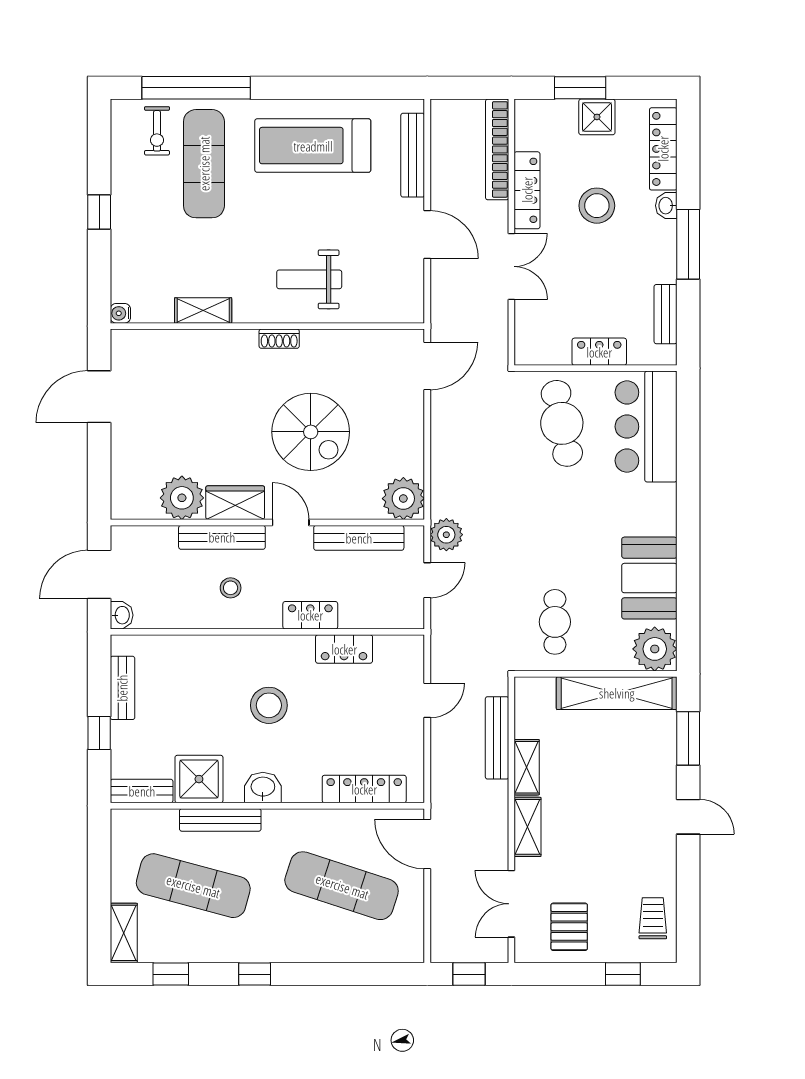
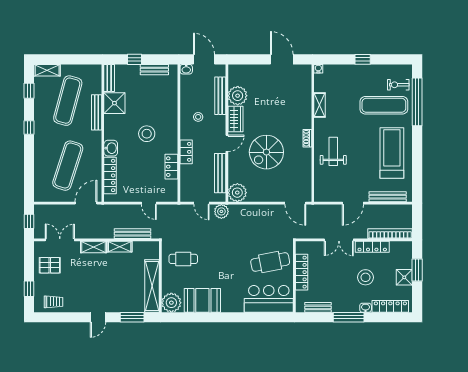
locker: (599, 352) -> (302, 272), width x1.53
bench: (222, 537) -> (220, 96), moved
washbasin: (263, 787) -> (111, 148), moved

